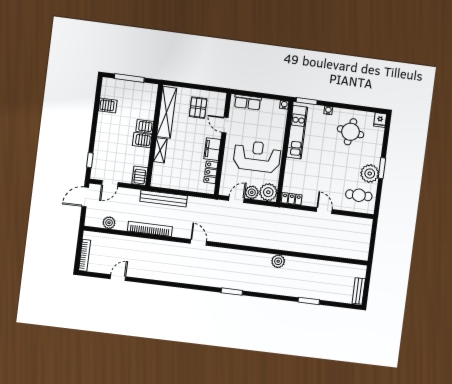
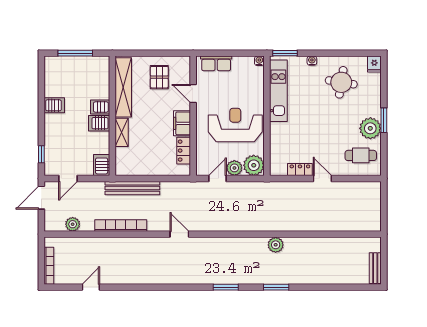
server rack: (108, 105) -> (54, 105), moved
locker: (292, 199) -> (300, 170), moved
window: (309, 301) -> (276, 287), moved

